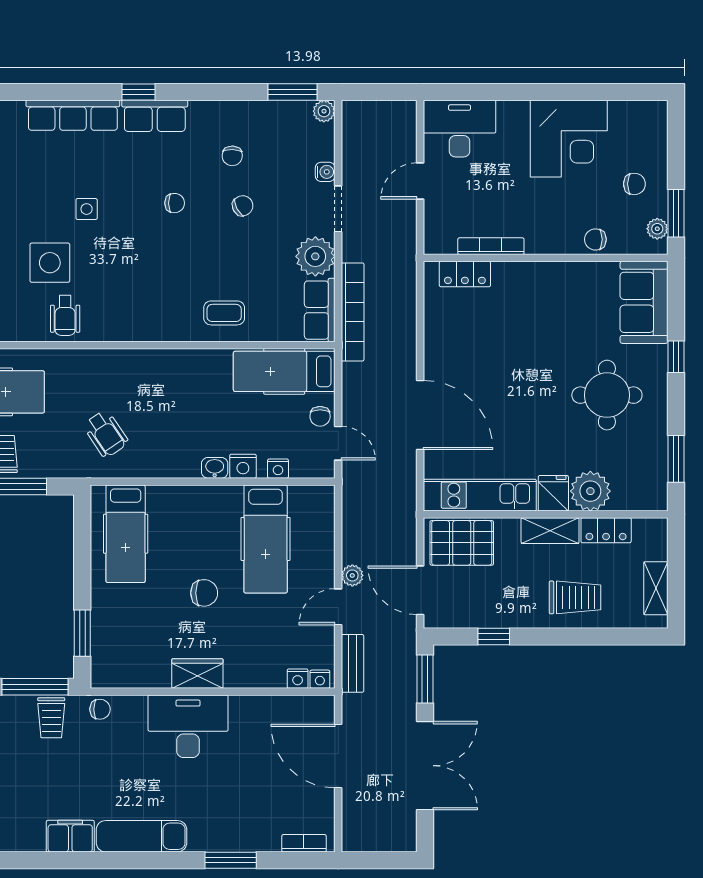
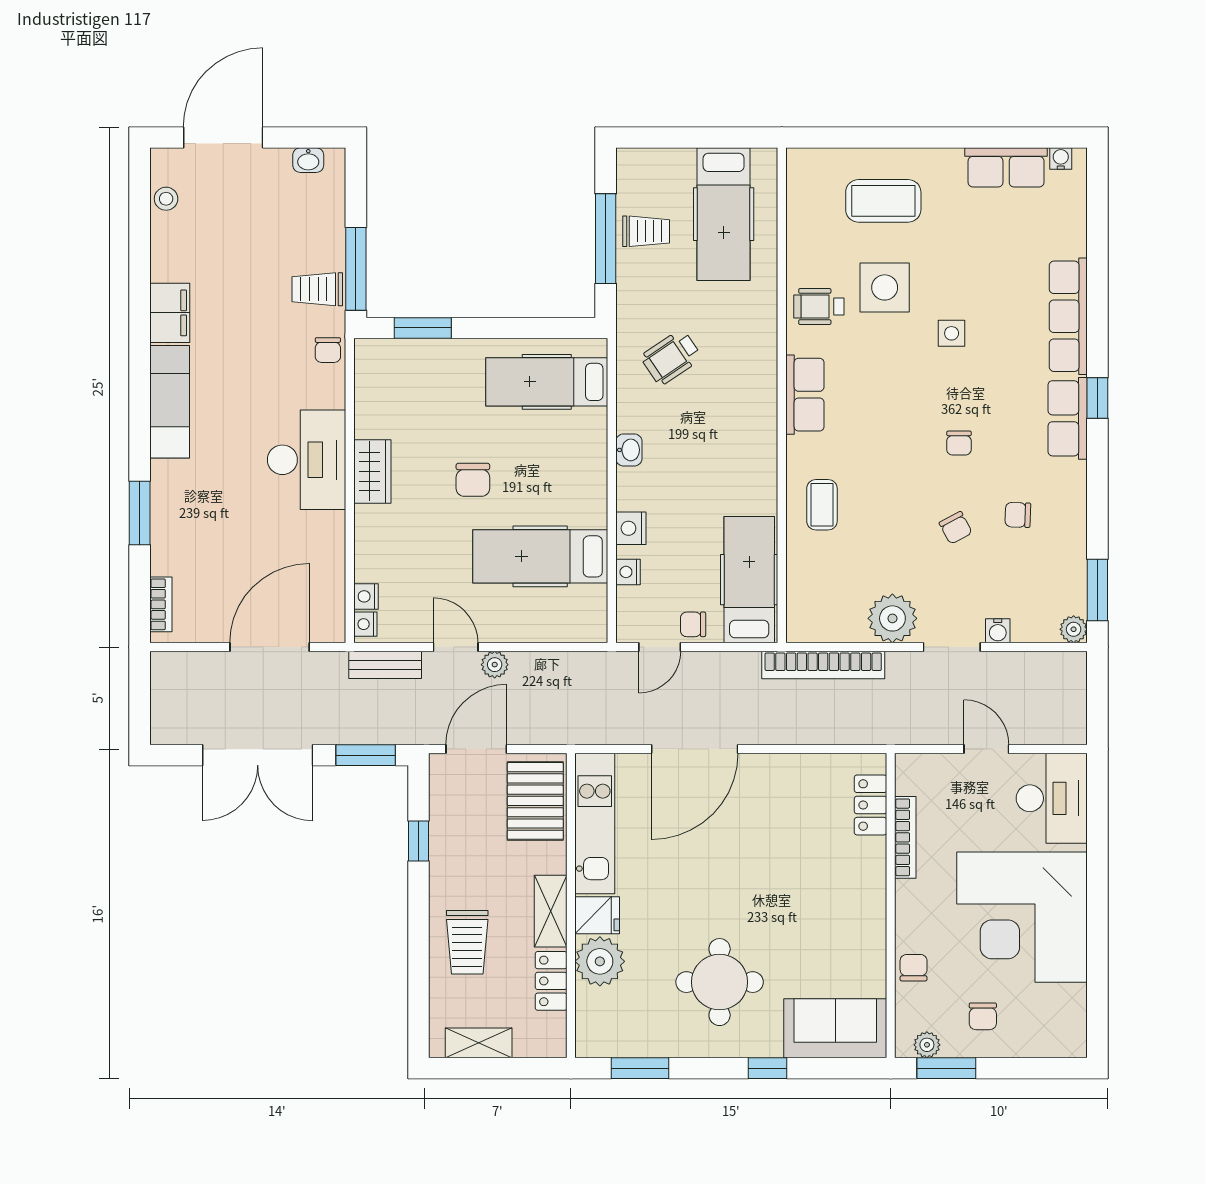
corner desk: (569, 139) -> (1022, 917), width x1.36, depth x1.36
row of seats: (320, 310) -> (805, 395), moved, turned 90
washbasin: (215, 468) -> (629, 450), moved

